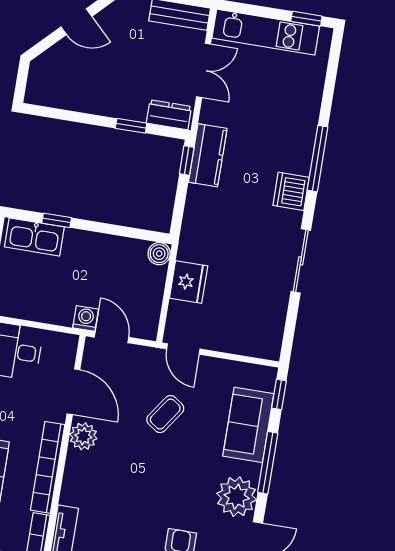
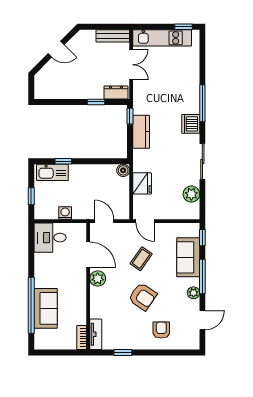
kitchen counter: (208, 155) -> (141, 132), moved
plant: (272, 315) -> (191, 194), added
washing machine: (86, 318) -> (65, 213), moved
bookcase: (48, 467) -> (81, 299), removed
armchair: (157, 481) -> (143, 297), added
plant: (237, 497) -> (193, 293), width x0.53, depth x0.53

